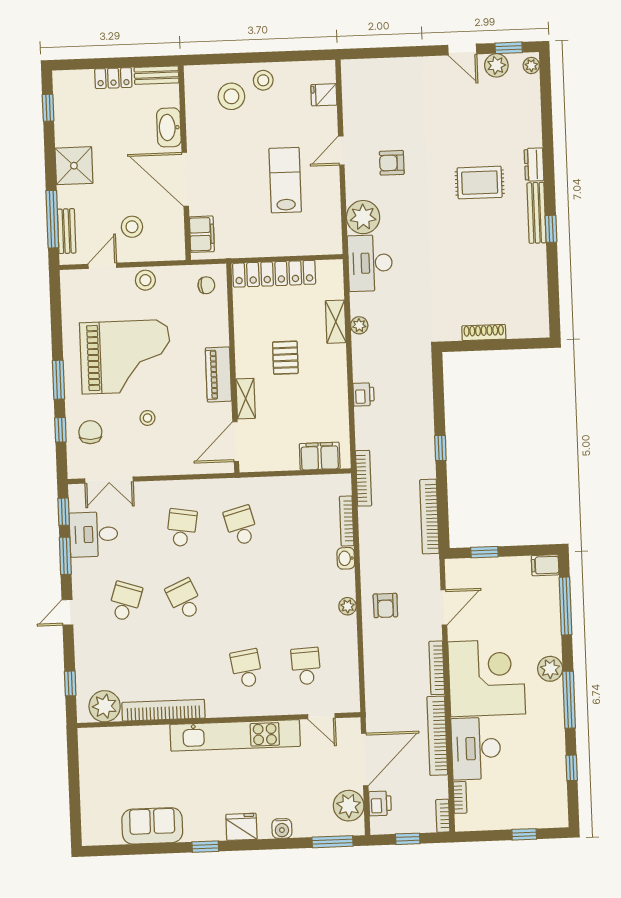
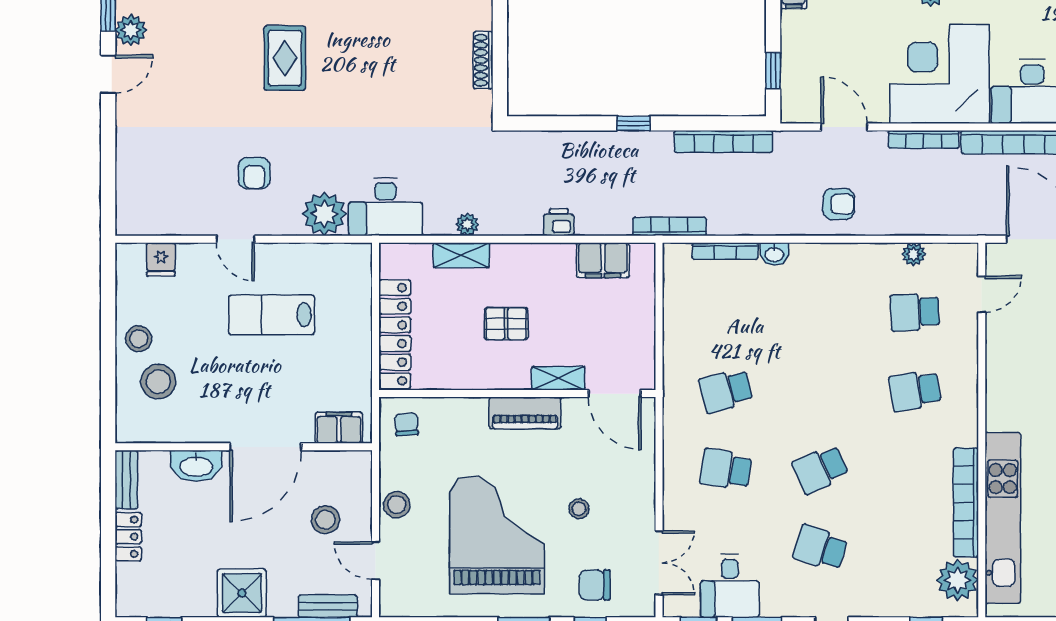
filing cabinet: (320, 456) -> (603, 260), moved, turned -90
plant: (348, 606) -> (914, 254), moved
kitchen unit: (235, 735) -> (1003, 518), moved

